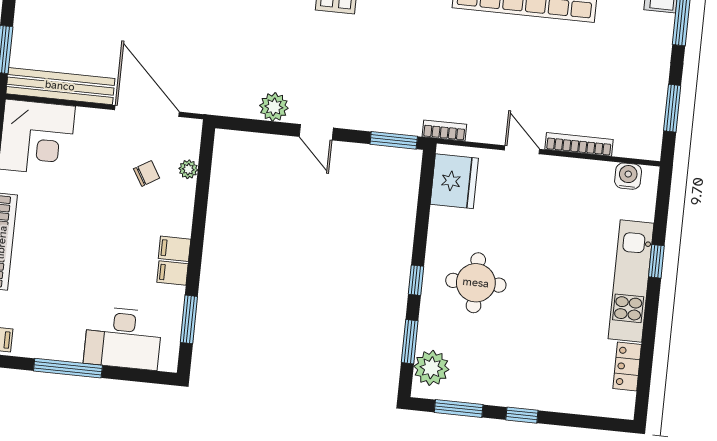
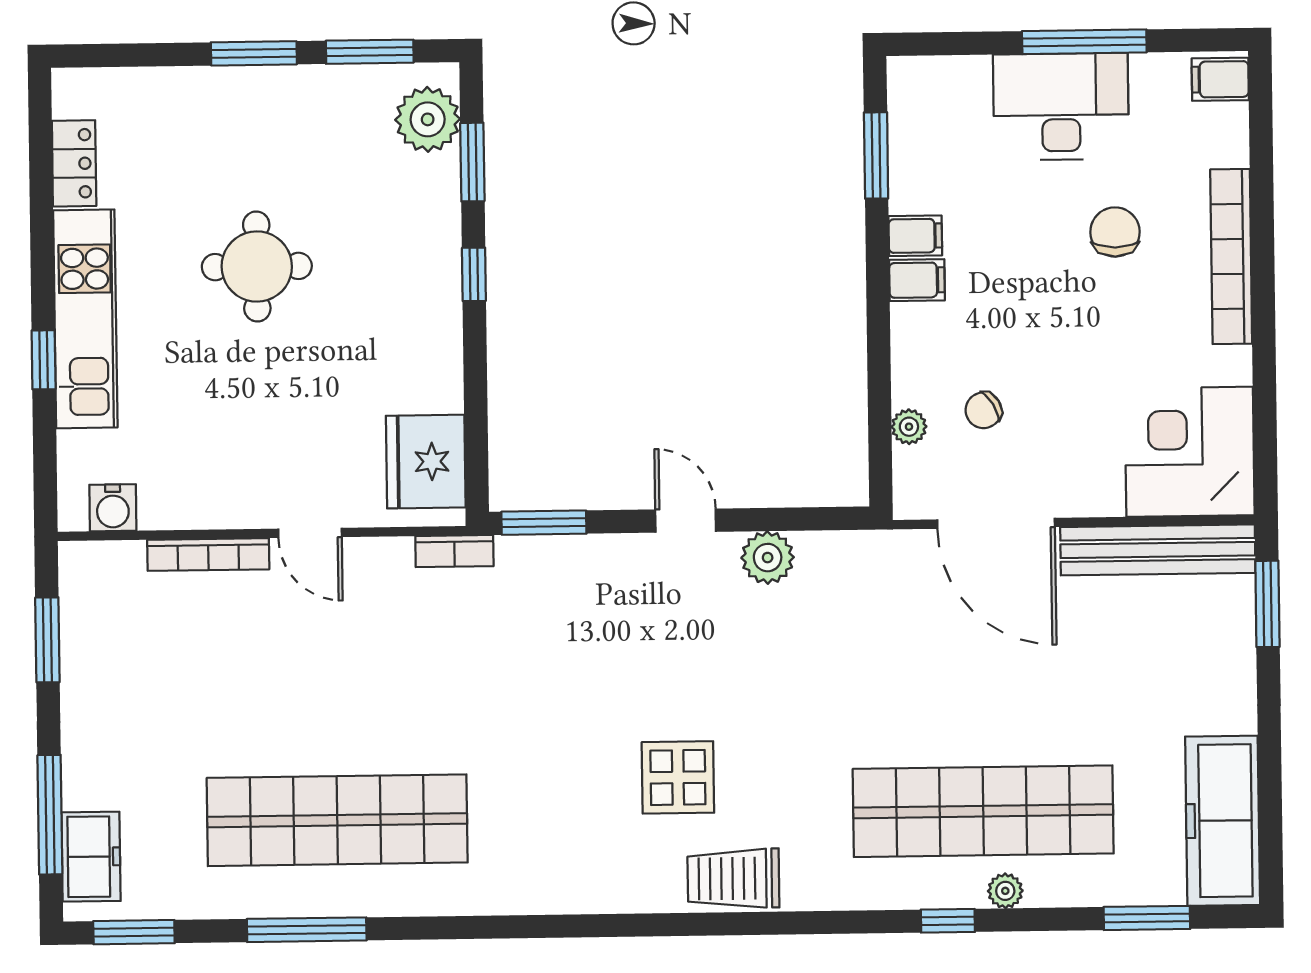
chair: (63, 262) -> (1115, 232), added
round table: (476, 283) -> (257, 267), moved
desk: (123, 338) -> (1061, 107), moved
window: (522, 415) -> (254, 53), width x1.50

